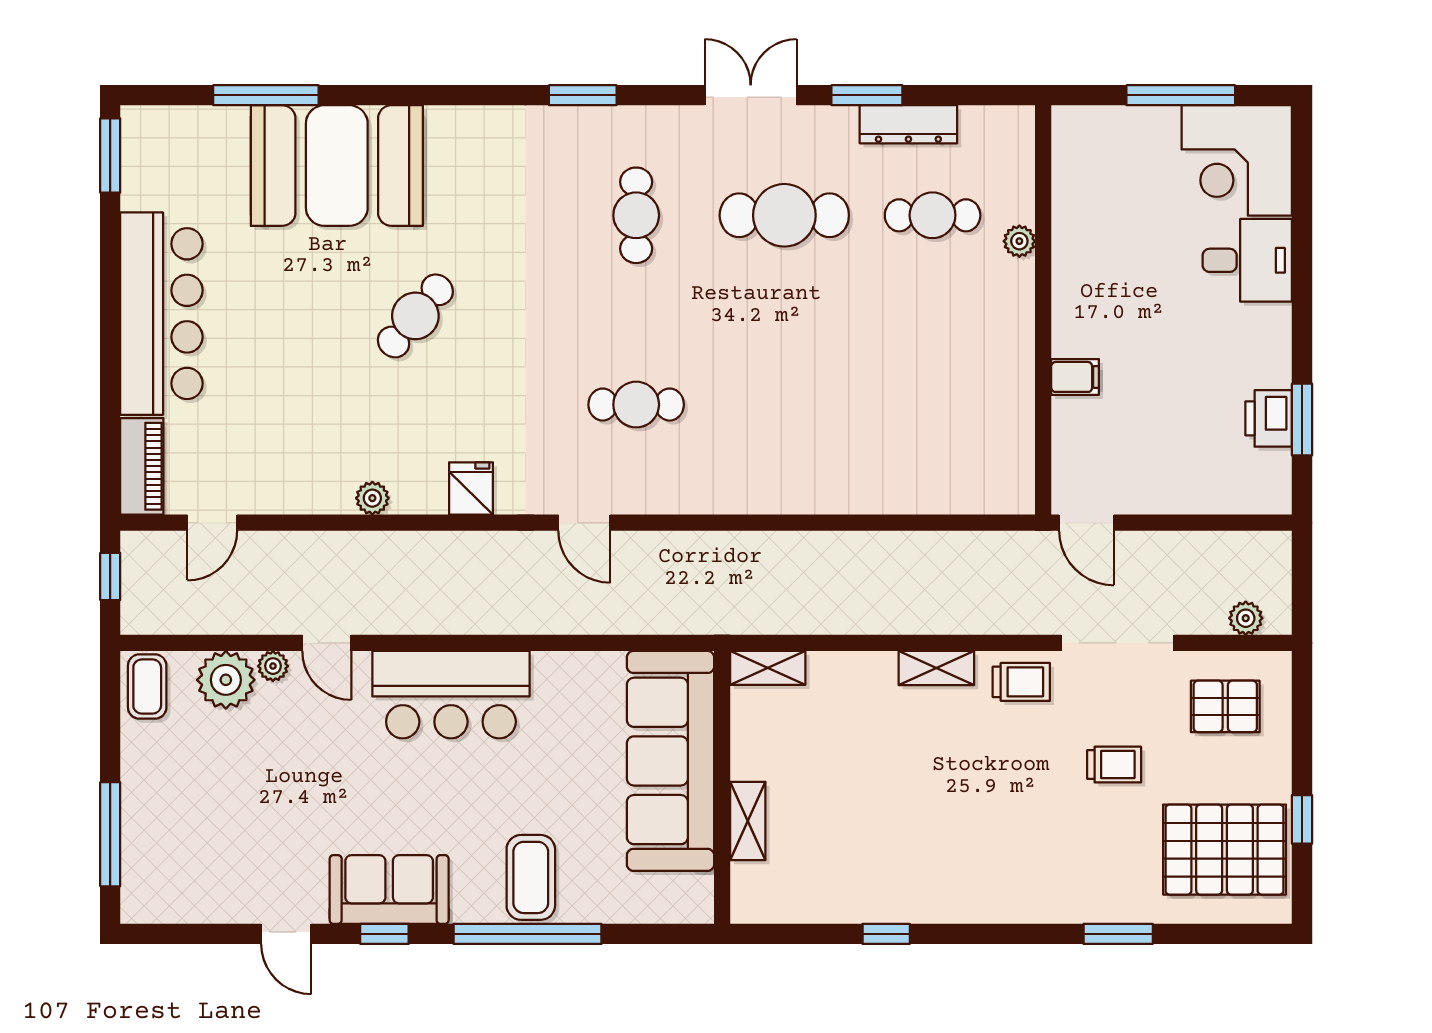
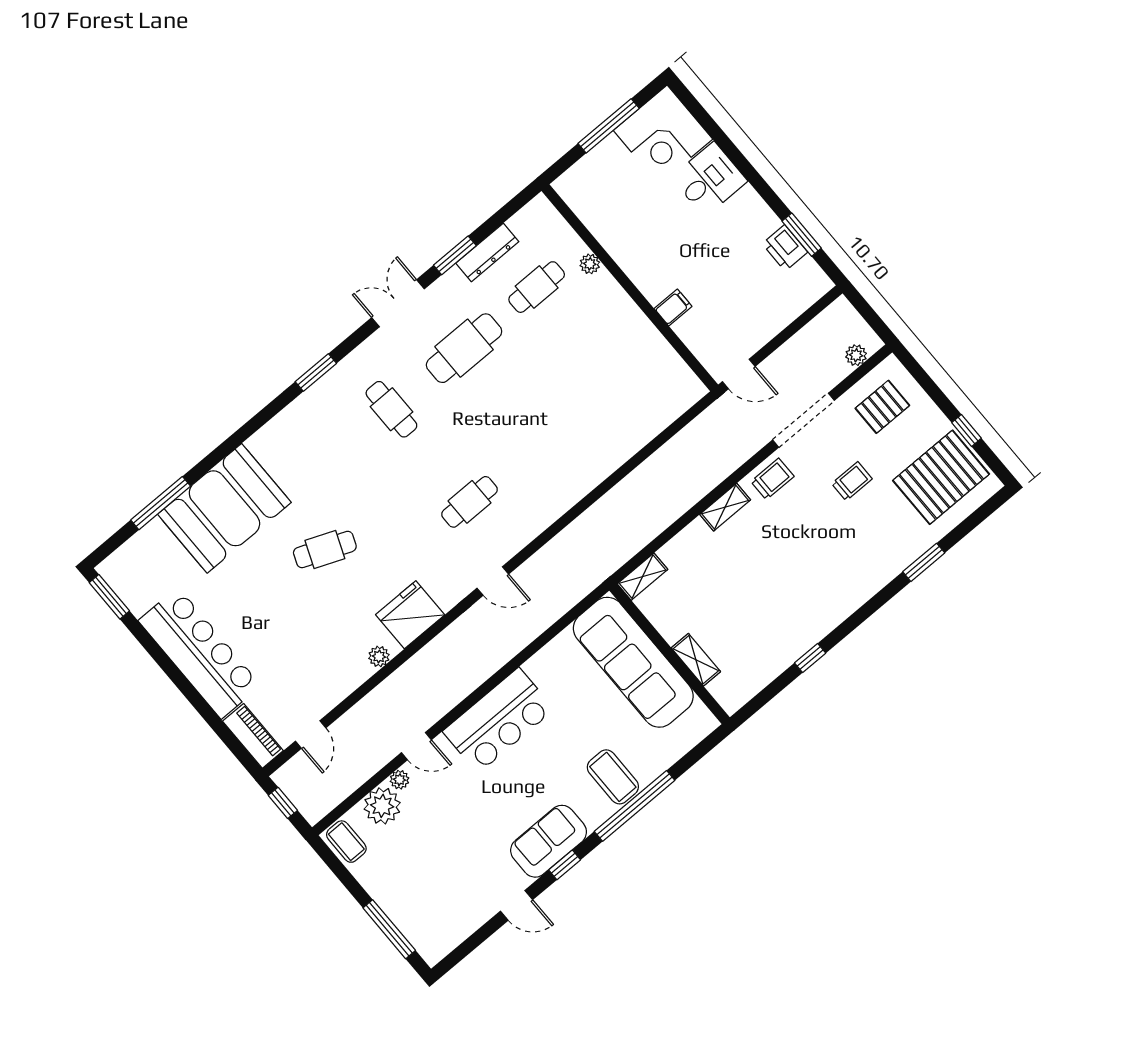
cafe table: (415, 316) -> (325, 550), turned 72
fridge: (471, 488) -> (410, 615), width x1.88, depth x1.34

